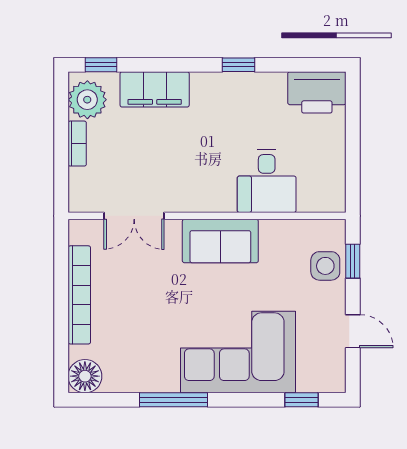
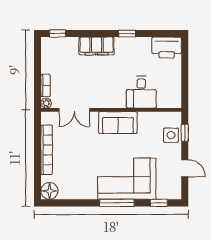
filing cabinet: (155, 89) -> (97, 46), moved
plant: (87, 100) -> (46, 103), moved, width x0.53, depth x0.53
bookcase: (77, 144) -> (46, 85), moved
window: (173, 400) -> (117, 203), moved

